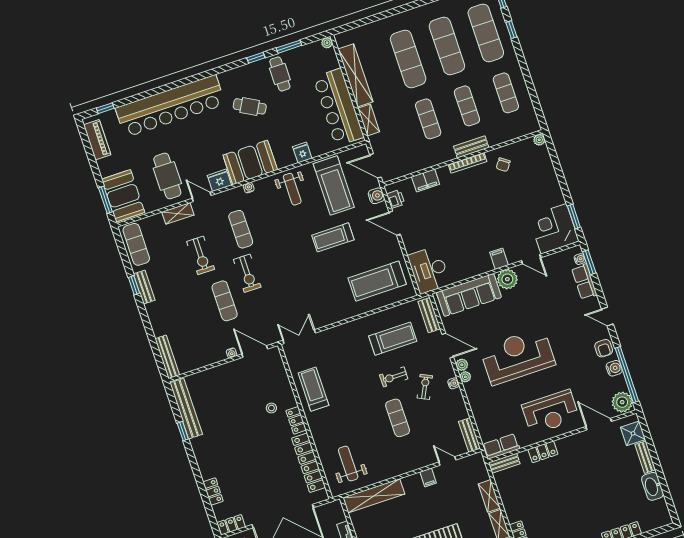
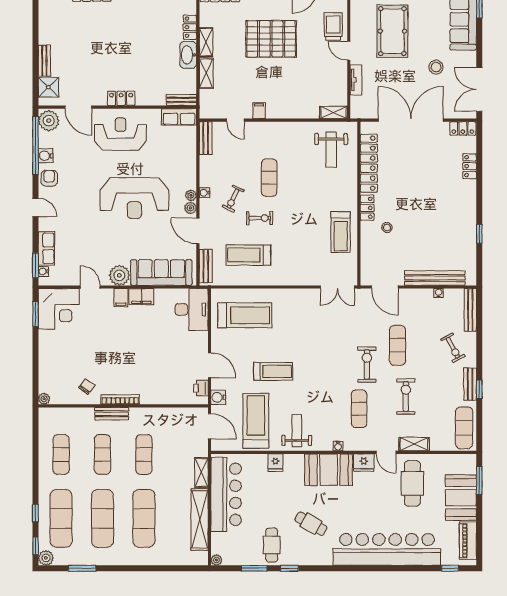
filing cabinet: (426, 180) -> (141, 297), moved, turned 180
booth: (123, 196) -> (461, 498), moved
exercise bike: (172, 316) -> (453, 348), added
water cooler: (231, 353) -> (439, 293), moved
bench: (186, 409) -> (435, 278), moved, turned 90
locker: (543, 452) -> (121, 98), moved
washbasin: (652, 486) -> (188, 55), moved, turned 180
shelving: (374, 496) -> (333, 113), width x0.45, depth x0.75

